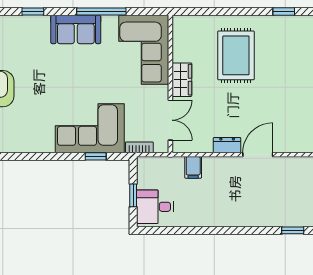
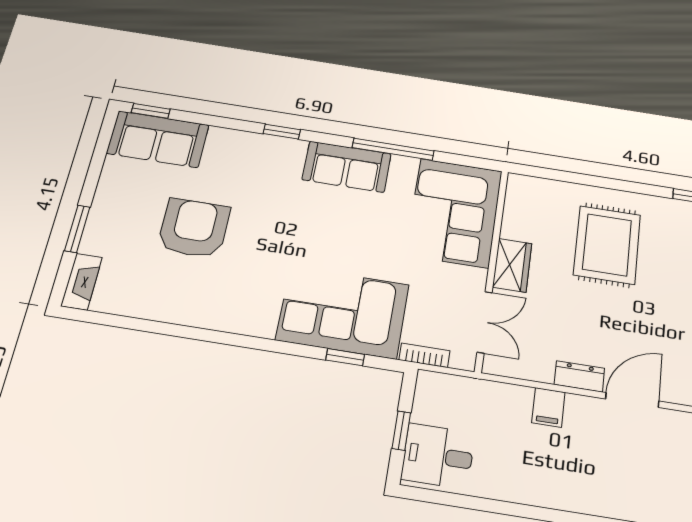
filing cabinet: (193, 167) -> (548, 407), moved

